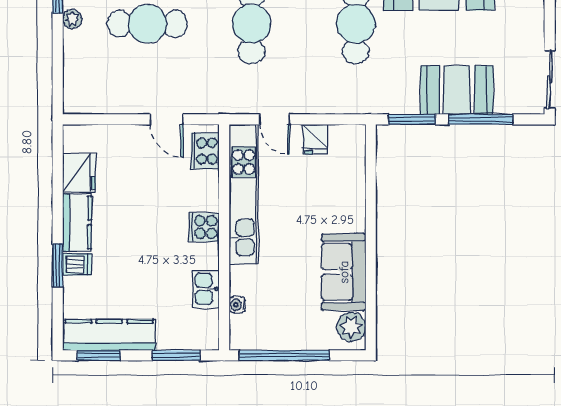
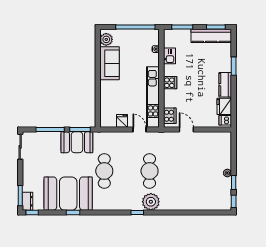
cafe table: (147, 24) -> (195, 171), removed
booth: (457, 90) -> (77, 142), moved
dishwasher: (77, 264) -> (225, 120), moved

